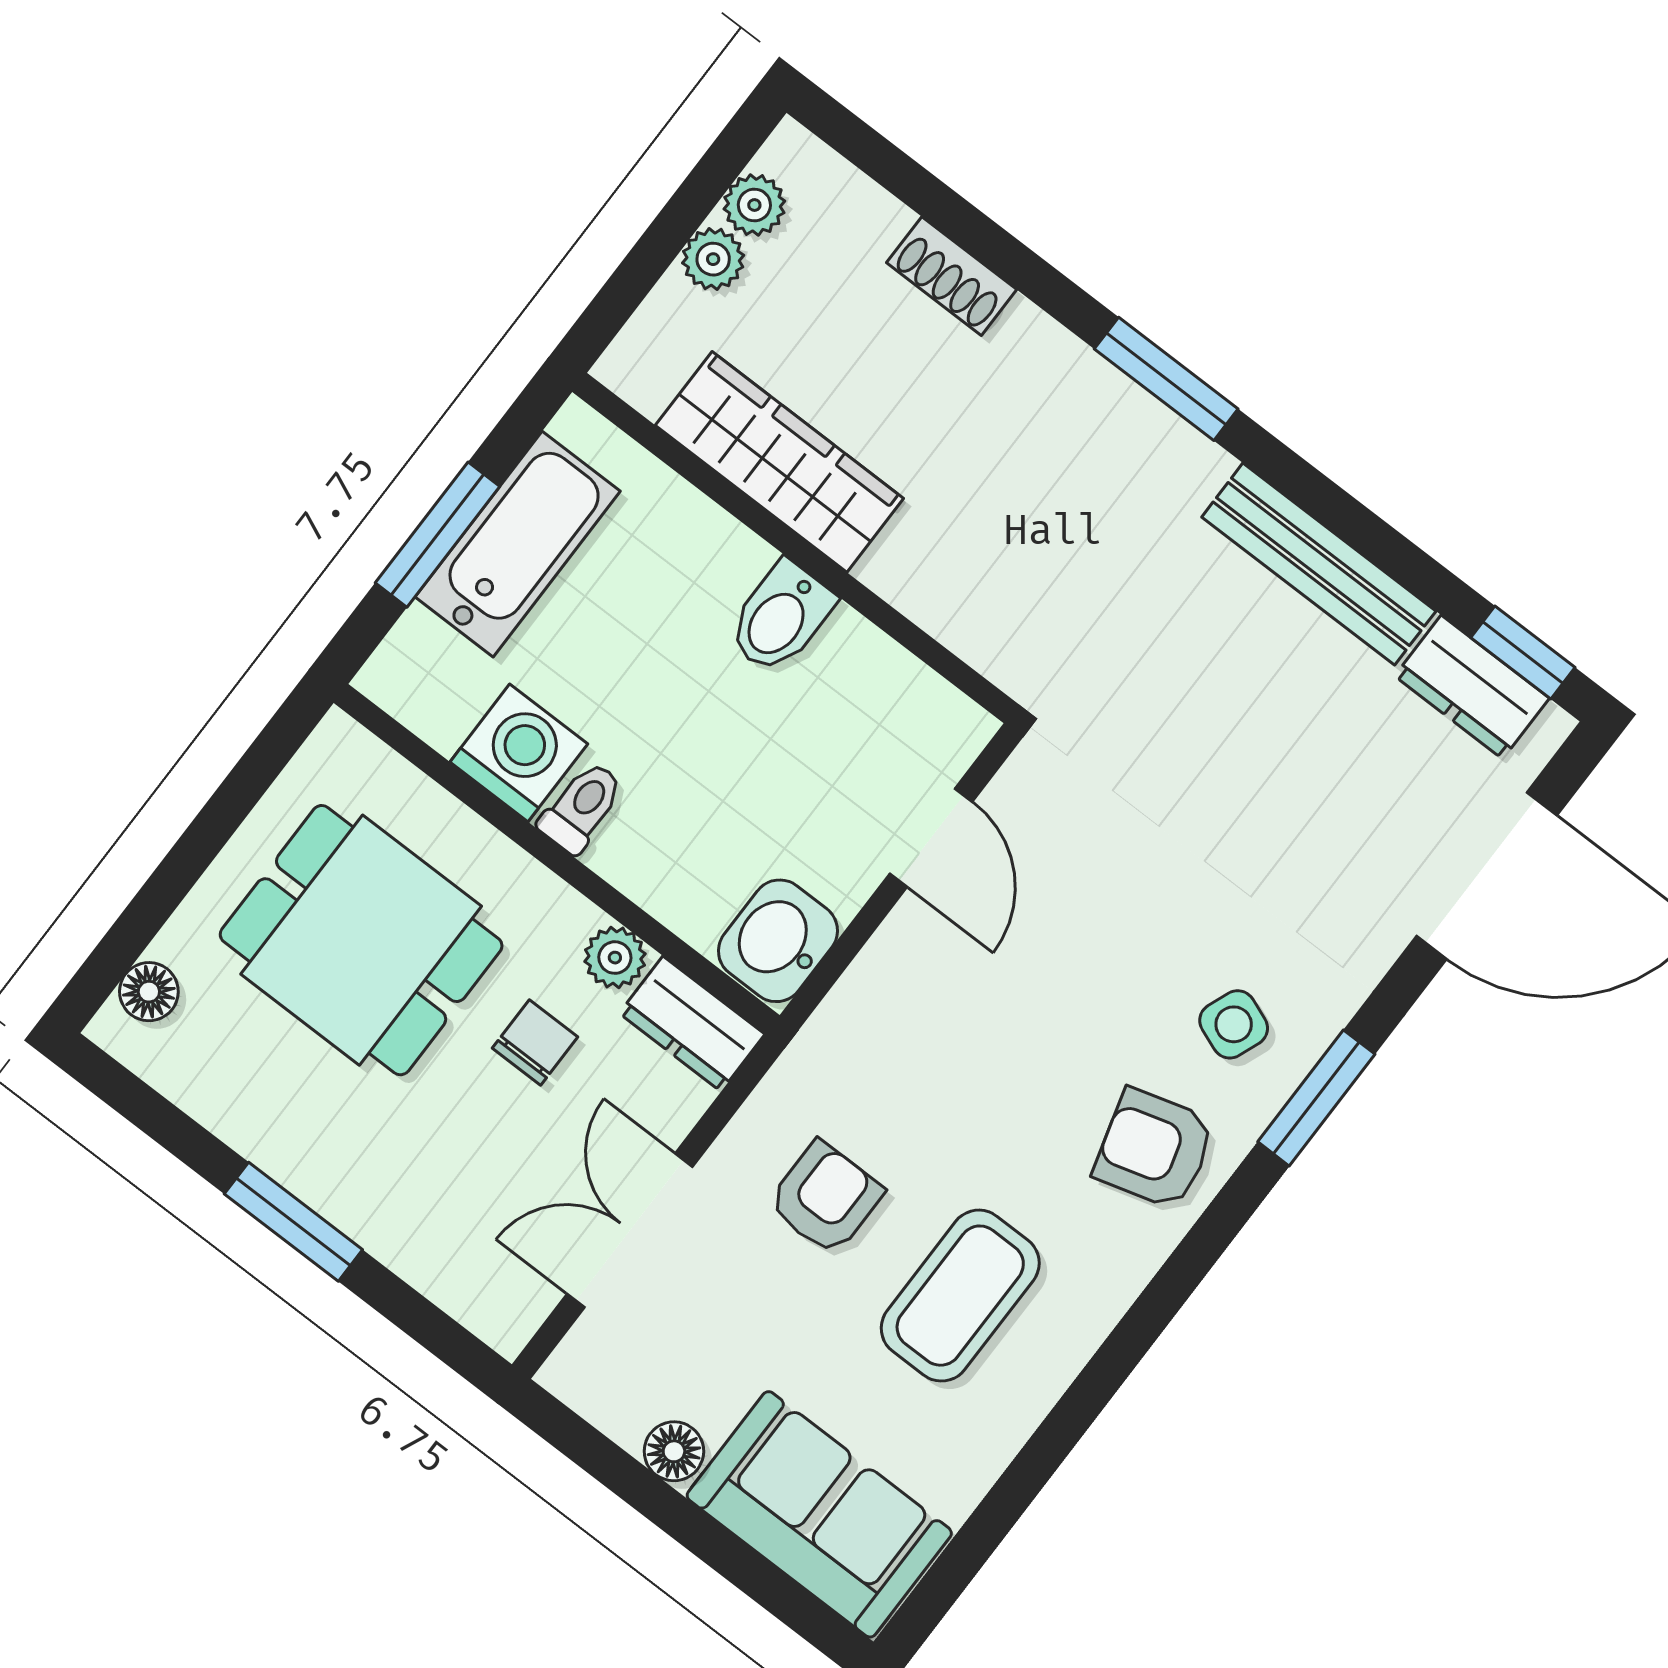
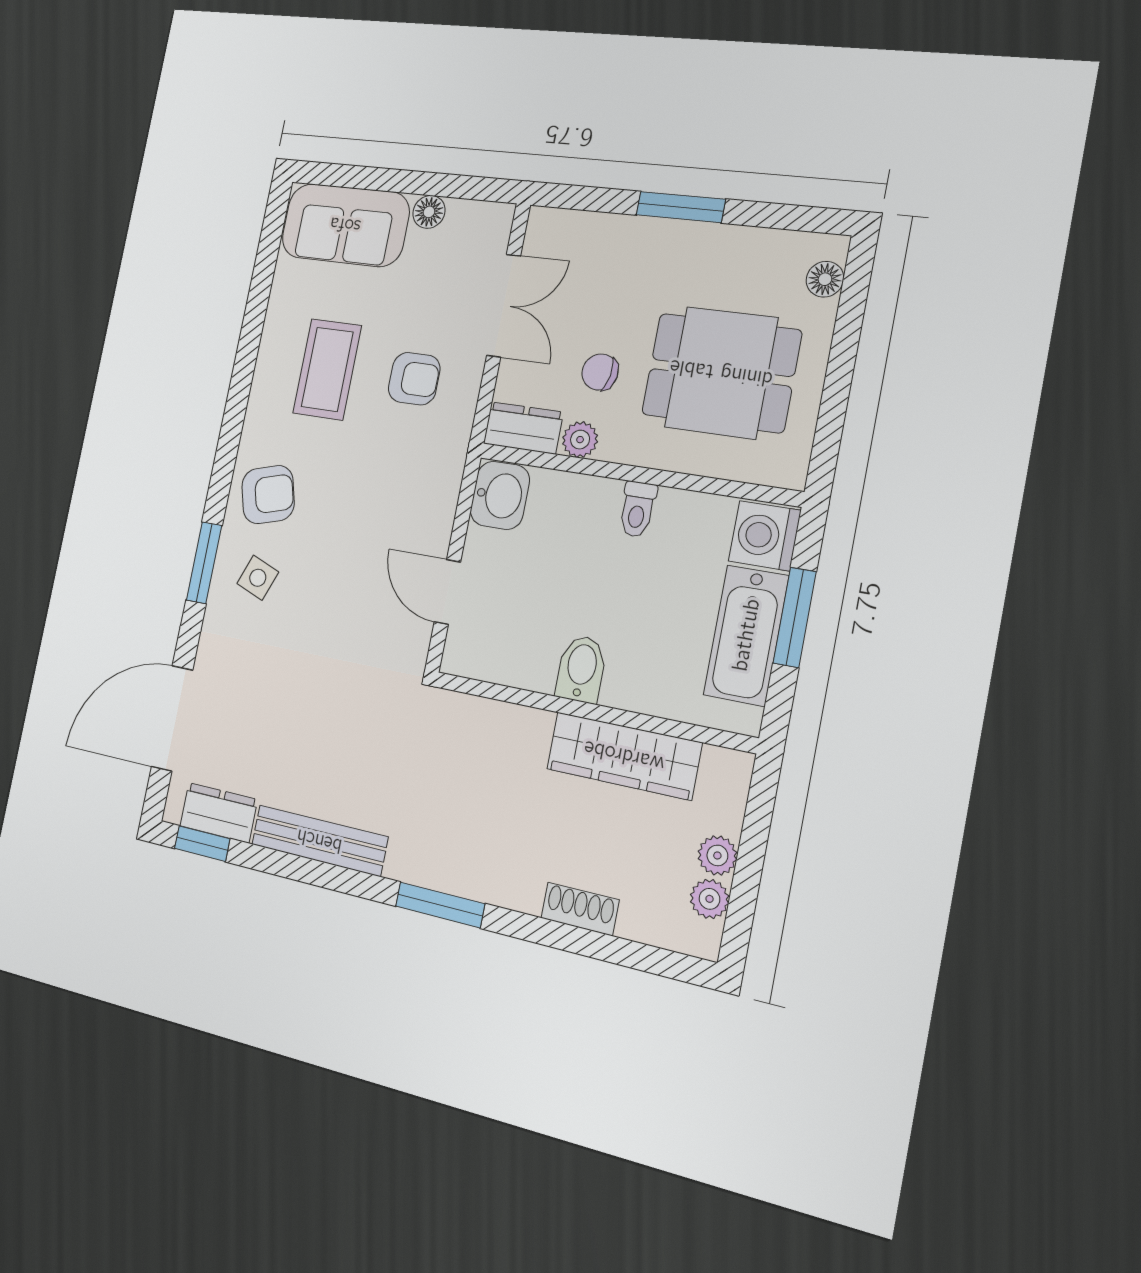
washing machine: (519, 753) -> (765, 536), moved, turned 90
chair: (535, 1042) -> (600, 372), turned 100
armchair: (825, 1198) -> (414, 379), turned -90

